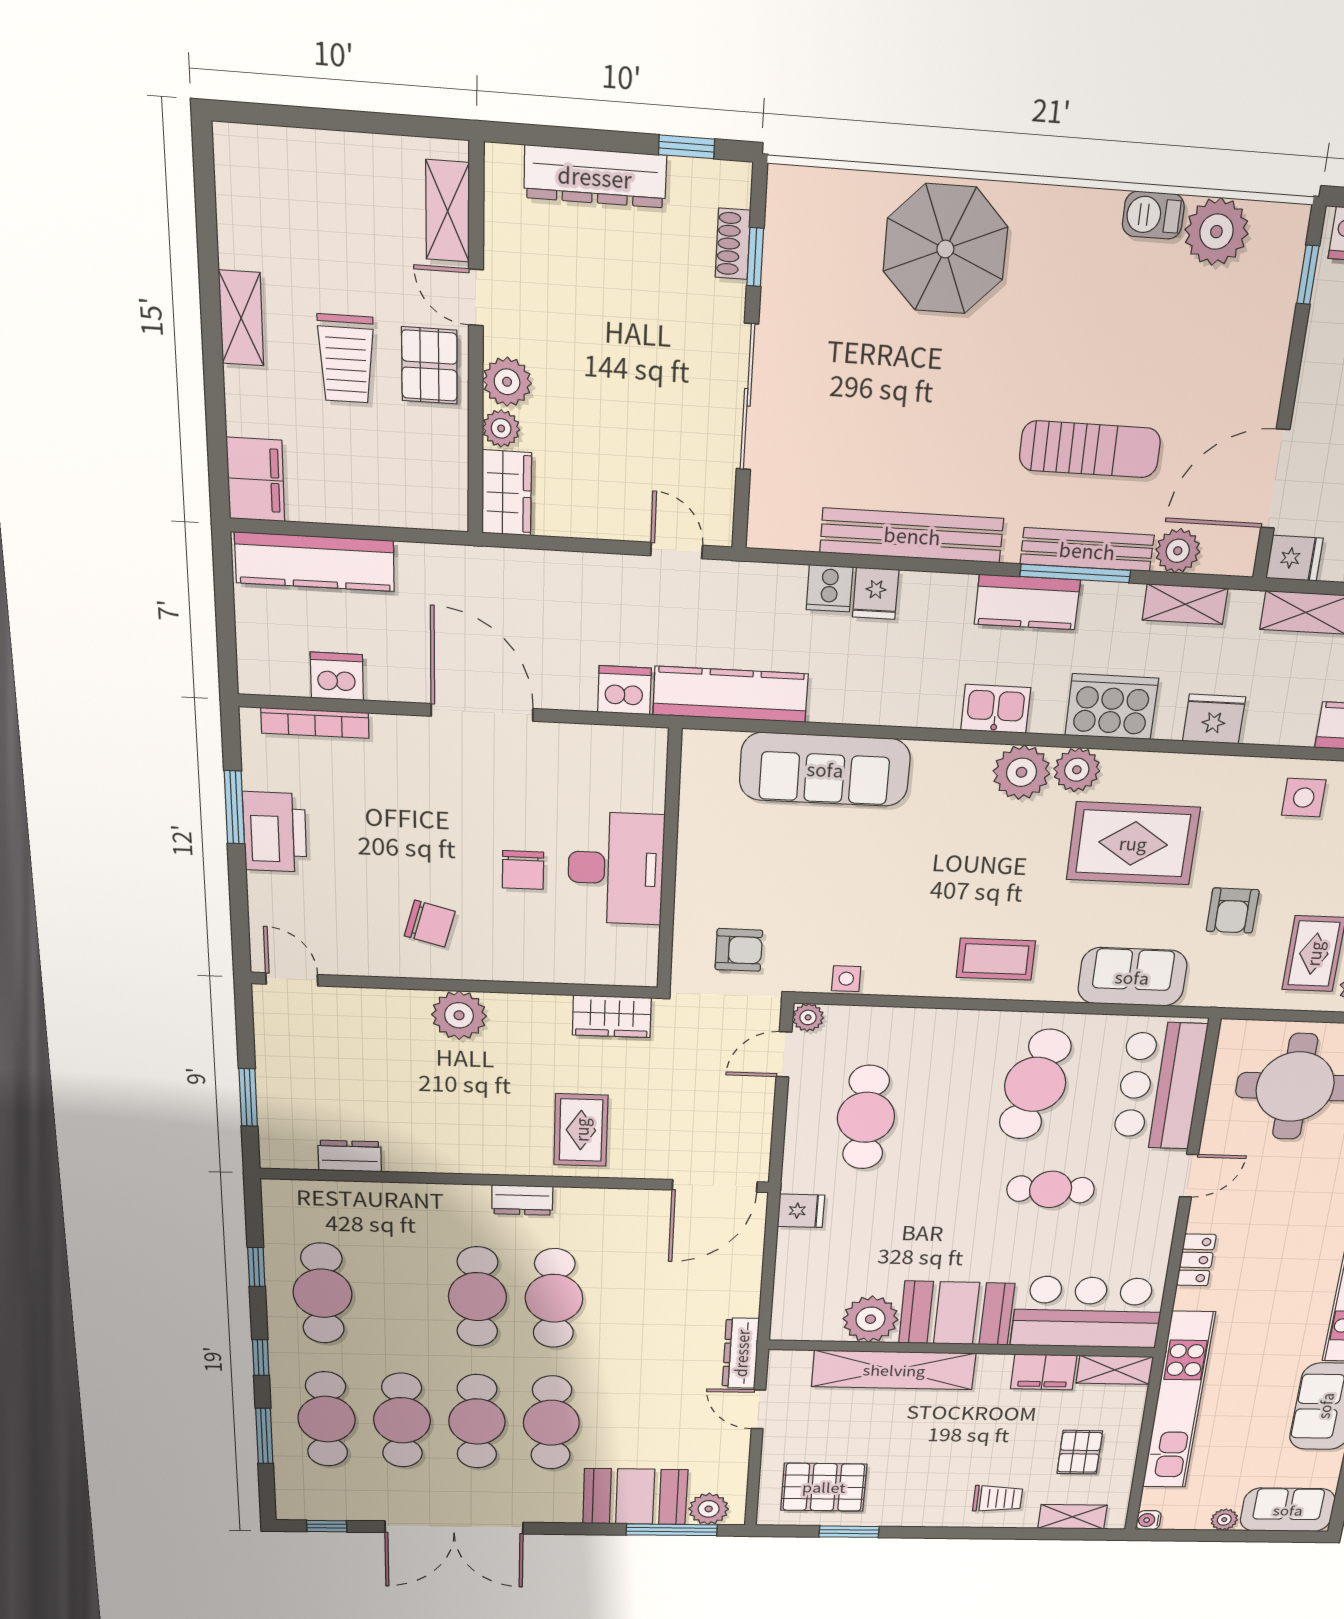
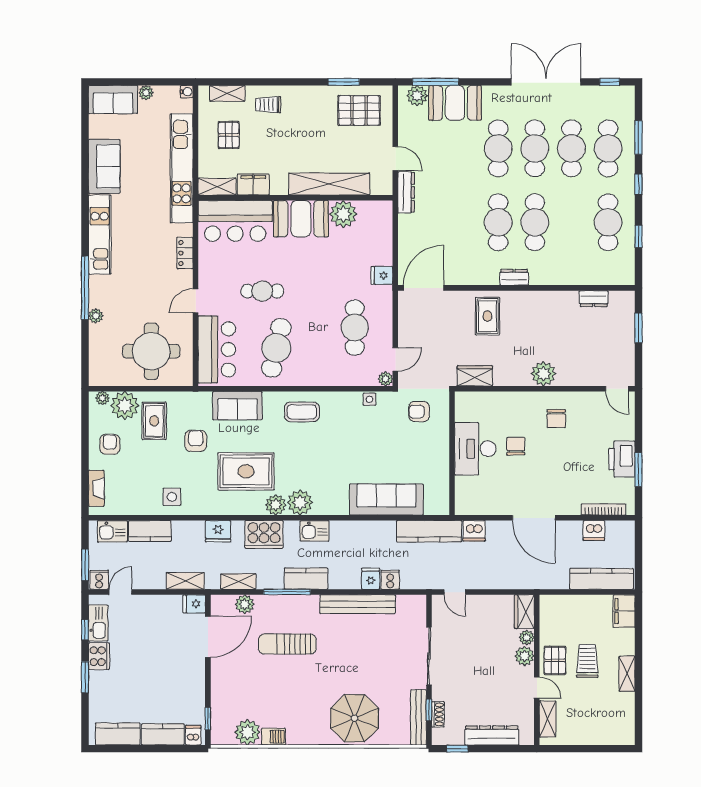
bench: (1087, 550) -> (419, 717), moved, turned 90
chair: (430, 924) -> (556, 419), turned -105

